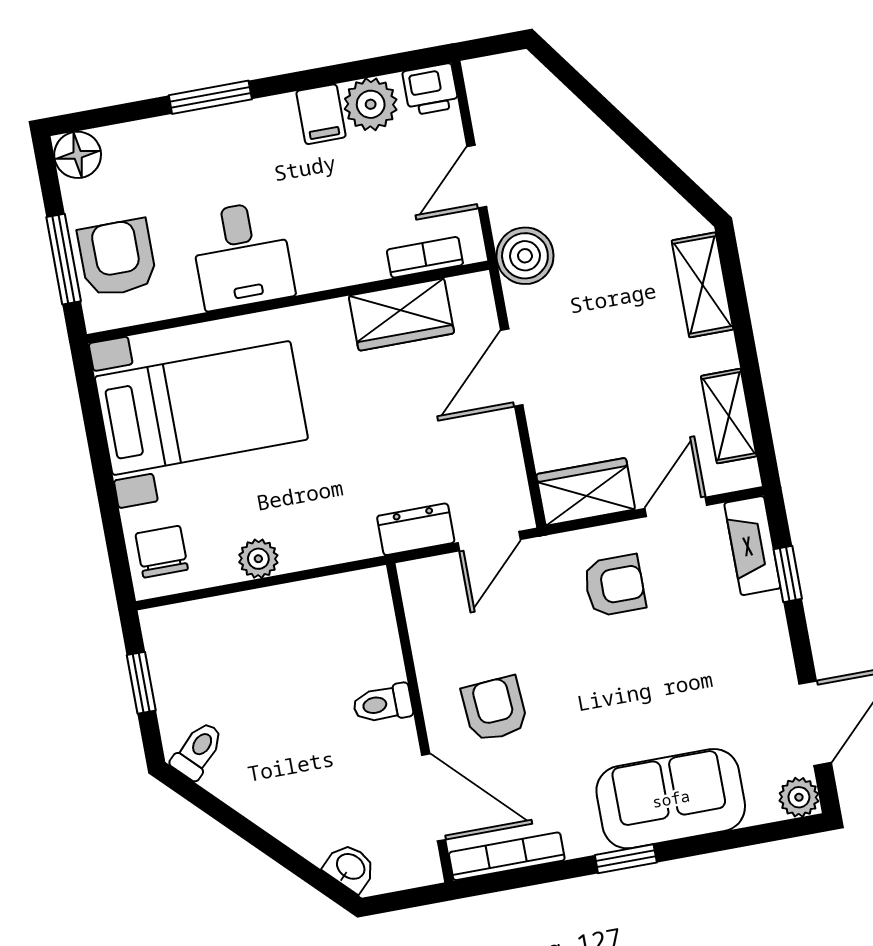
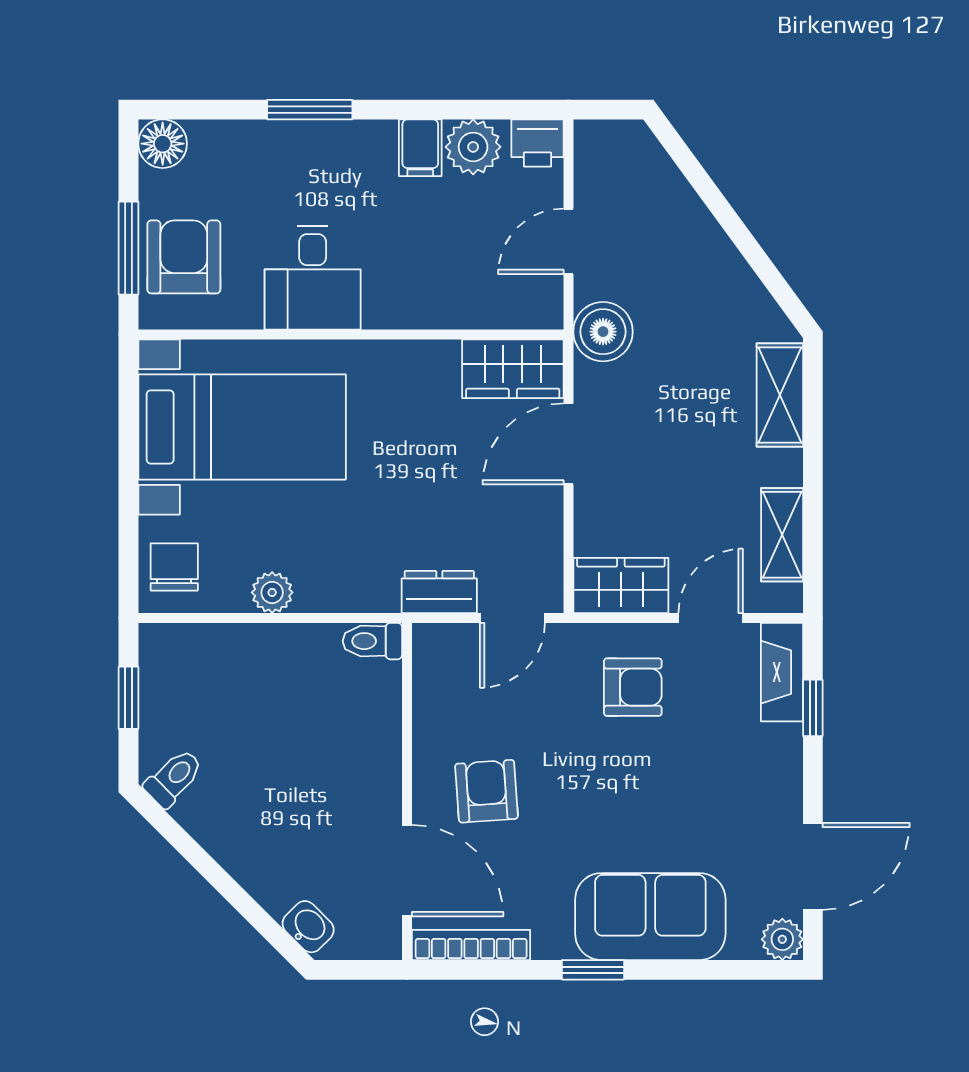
bookcase: (425, 257) -> (500, 314), removed
wardrobe: (401, 315) -> (513, 369), moved
toilet: (383, 704) -> (372, 641), moved

